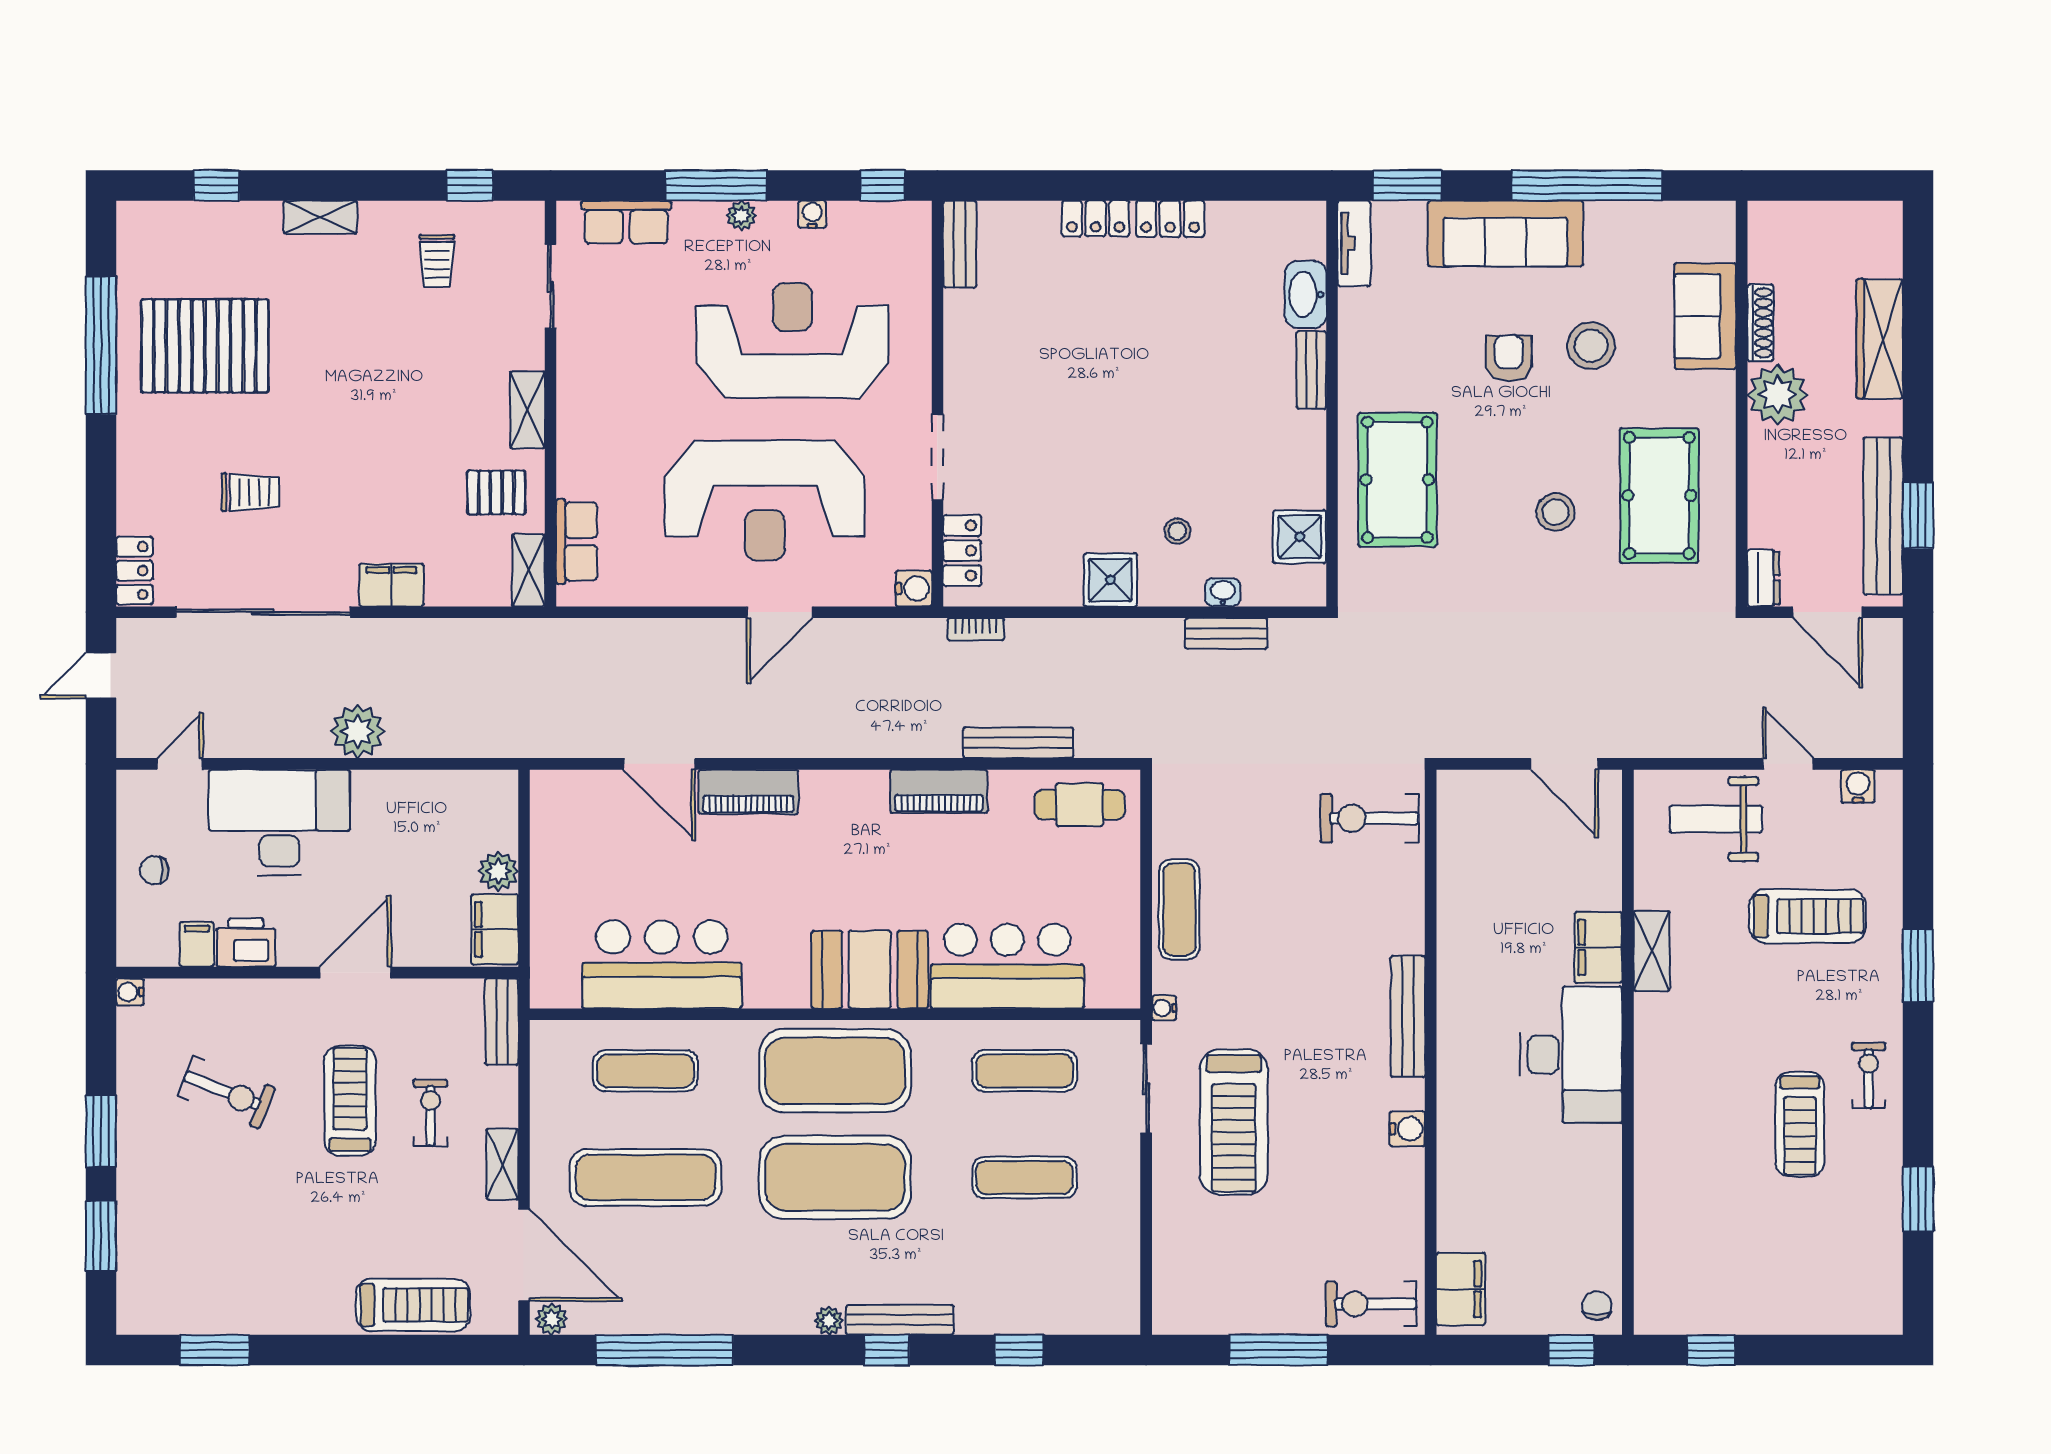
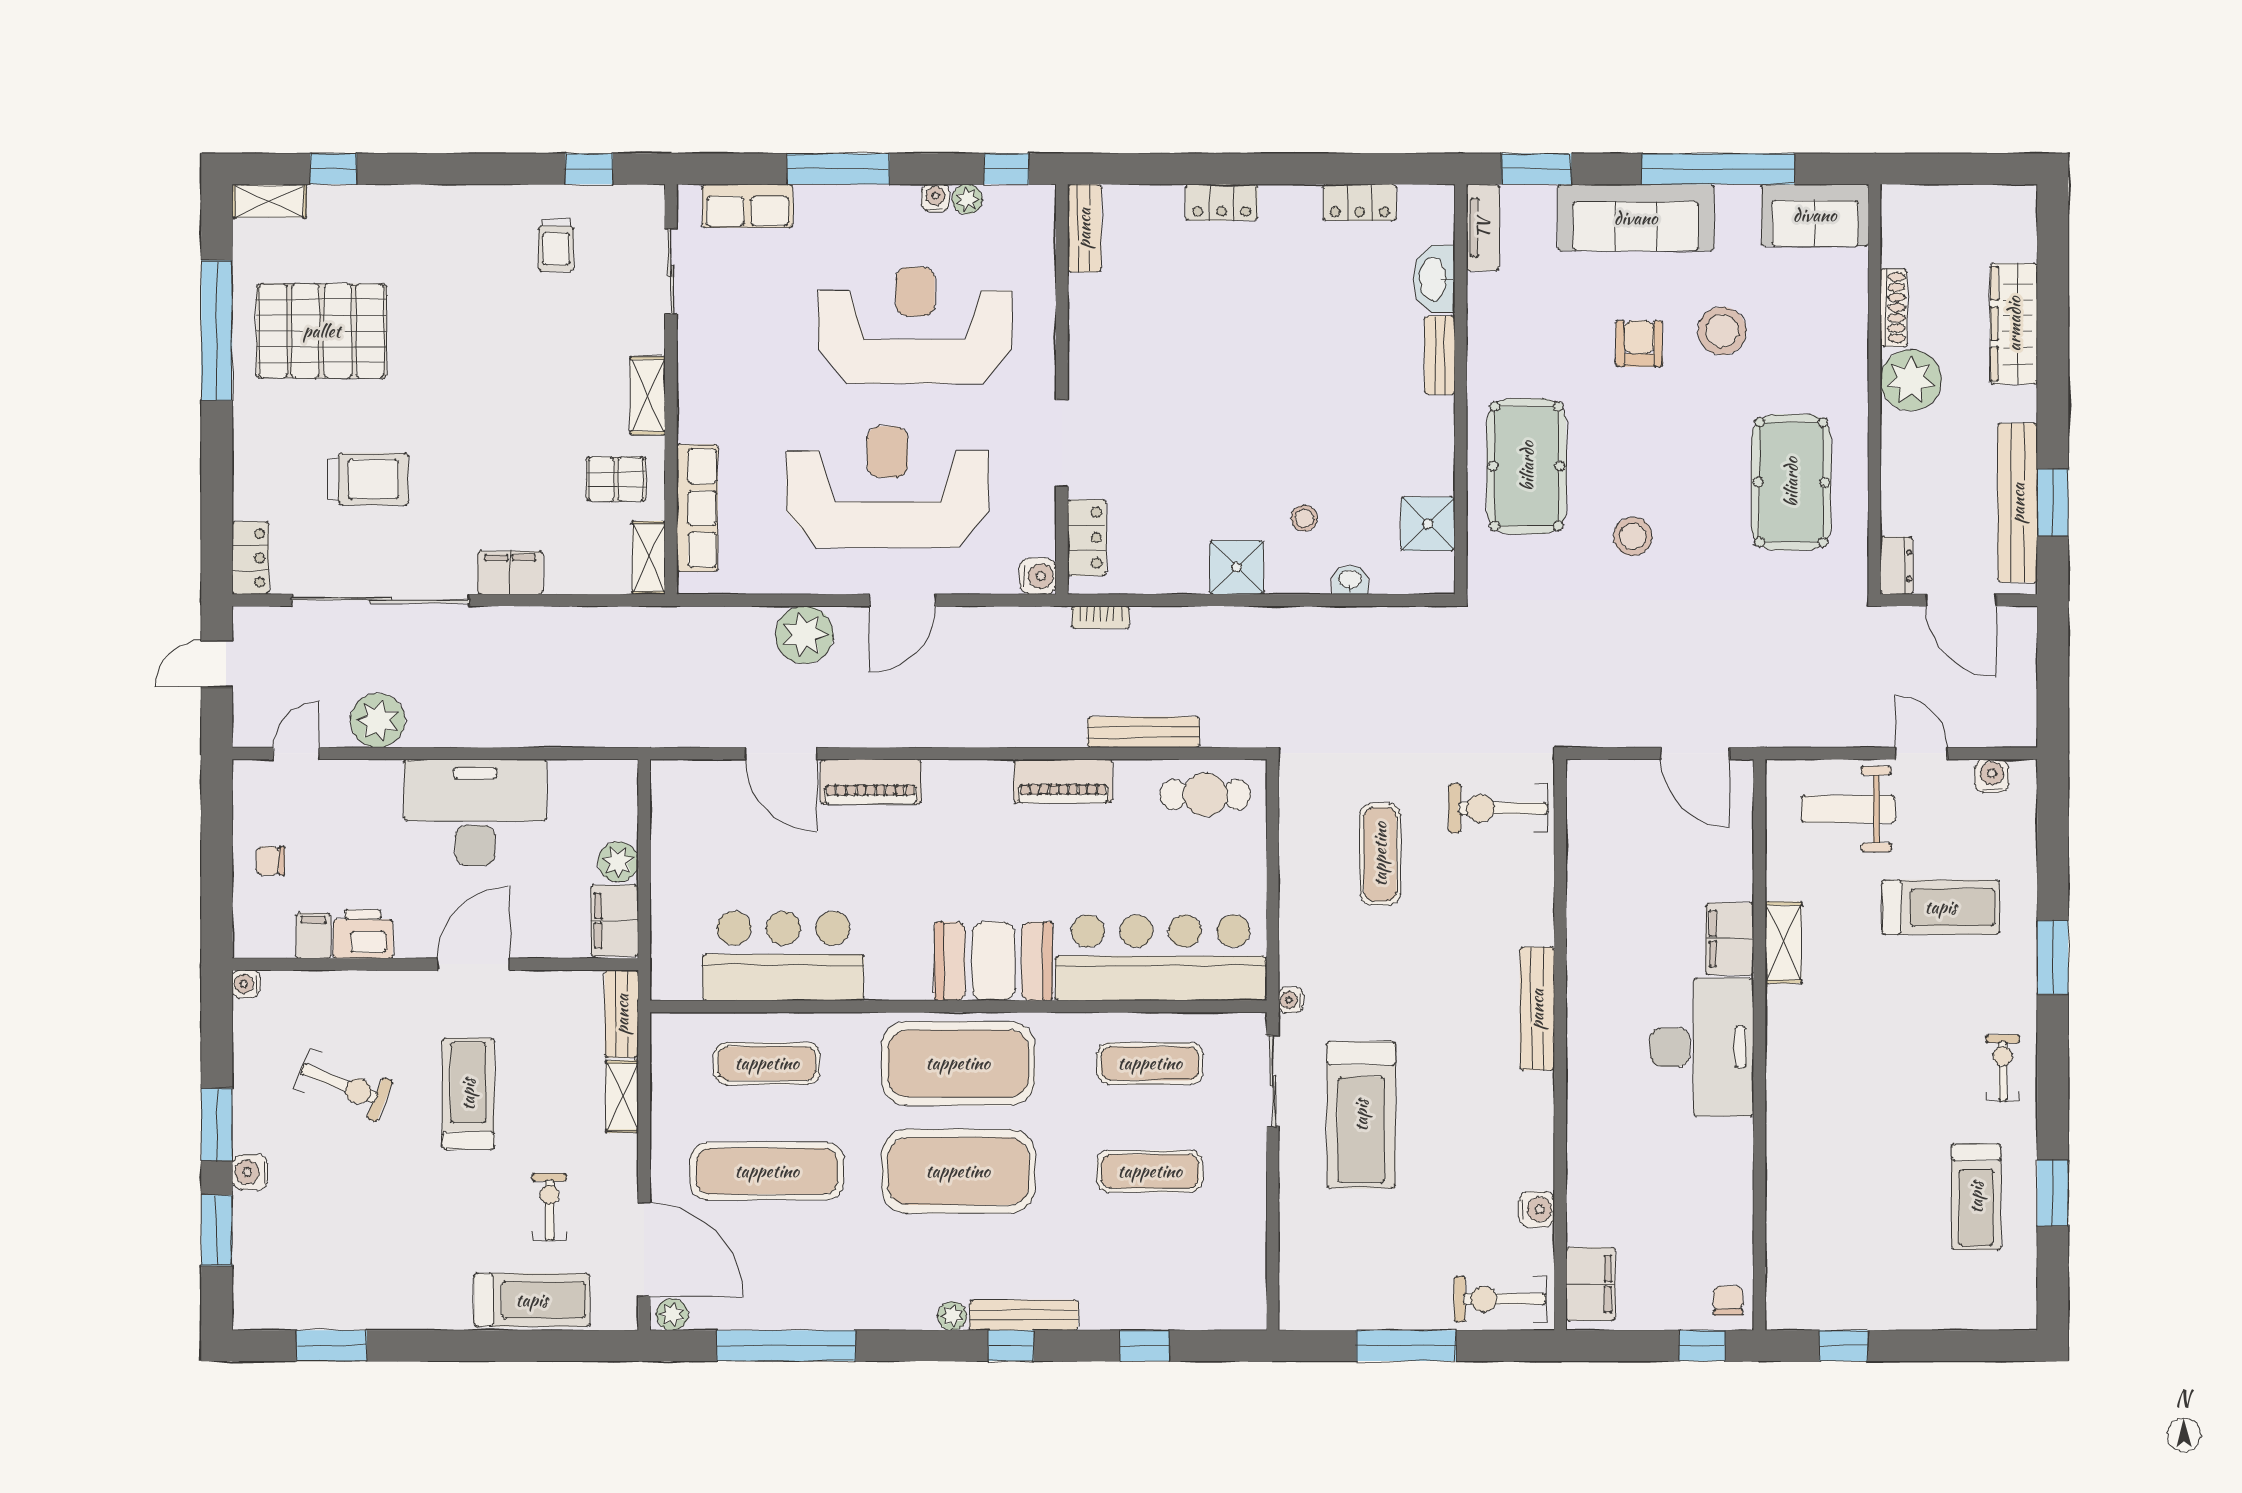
plant: (741, 216) -> (967, 199), moved
shelving: (320, 217) -> (269, 201), moved
locker: (1170, 219) -> (1360, 203), moved
sofa: (1705, 316) -> (1815, 215), moved, turned -90
trolley: (250, 492) -> (368, 479), width x1.36, depth x1.39
reception desk: (765, 500) -> (887, 487), turned 180
stool: (1556, 512) -> (1633, 536), moved
row of seats: (577, 542) -> (697, 508), width x1.48
bench: (1226, 633) -> (1354, 622), removed
plant: (683, 646) -> (804, 635), added
plant: (358, 731) -> (378, 720), moved
desk: (279, 822) -> (475, 812), moved
exercise mat: (1179, 909) -> (1380, 854), moved
bar counter: (1007, 966) -> (1161, 958), width x1.36
exercise bike: (430, 1113) -> (549, 1207), moved
treadmill: (1800, 1124) -> (1976, 1197), moved
water cooler: (1407, 1129) -> (1537, 1209), moved
shelving: (502, 1164) -> (622, 1097), moved
water cooler: (134, 1178) -> (250, 1172), added

